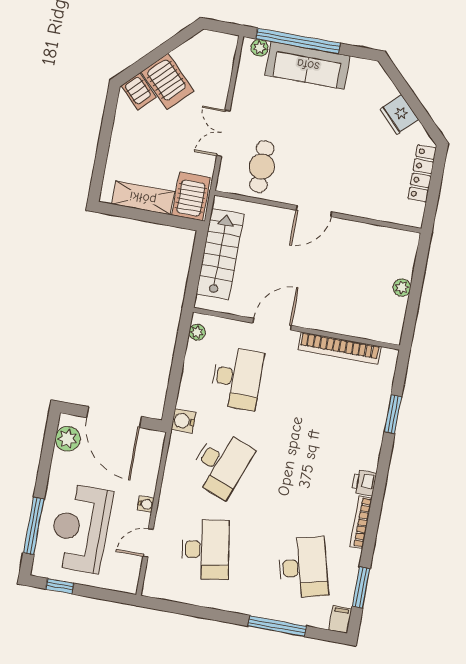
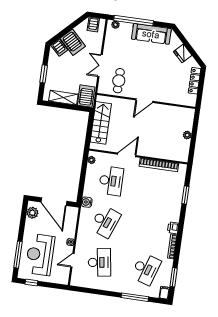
server rack: (213, 46) -> (93, 24), added
sofa: (308, 65) -> (151, 34), moved
window: (103, 146) -> (44, 74), added
desk: (303, 567) -> (146, 269), turned 33

